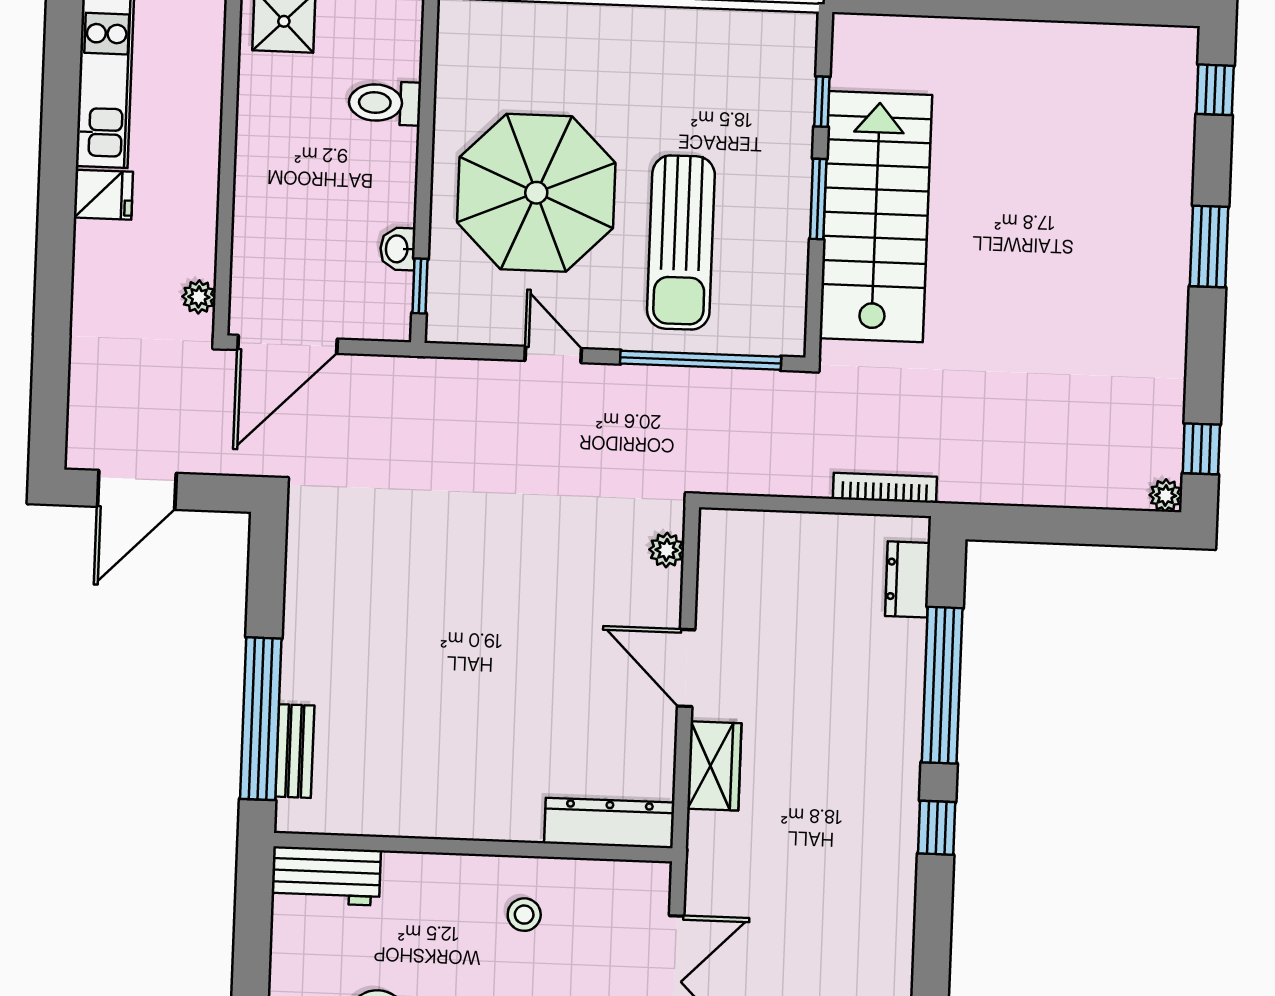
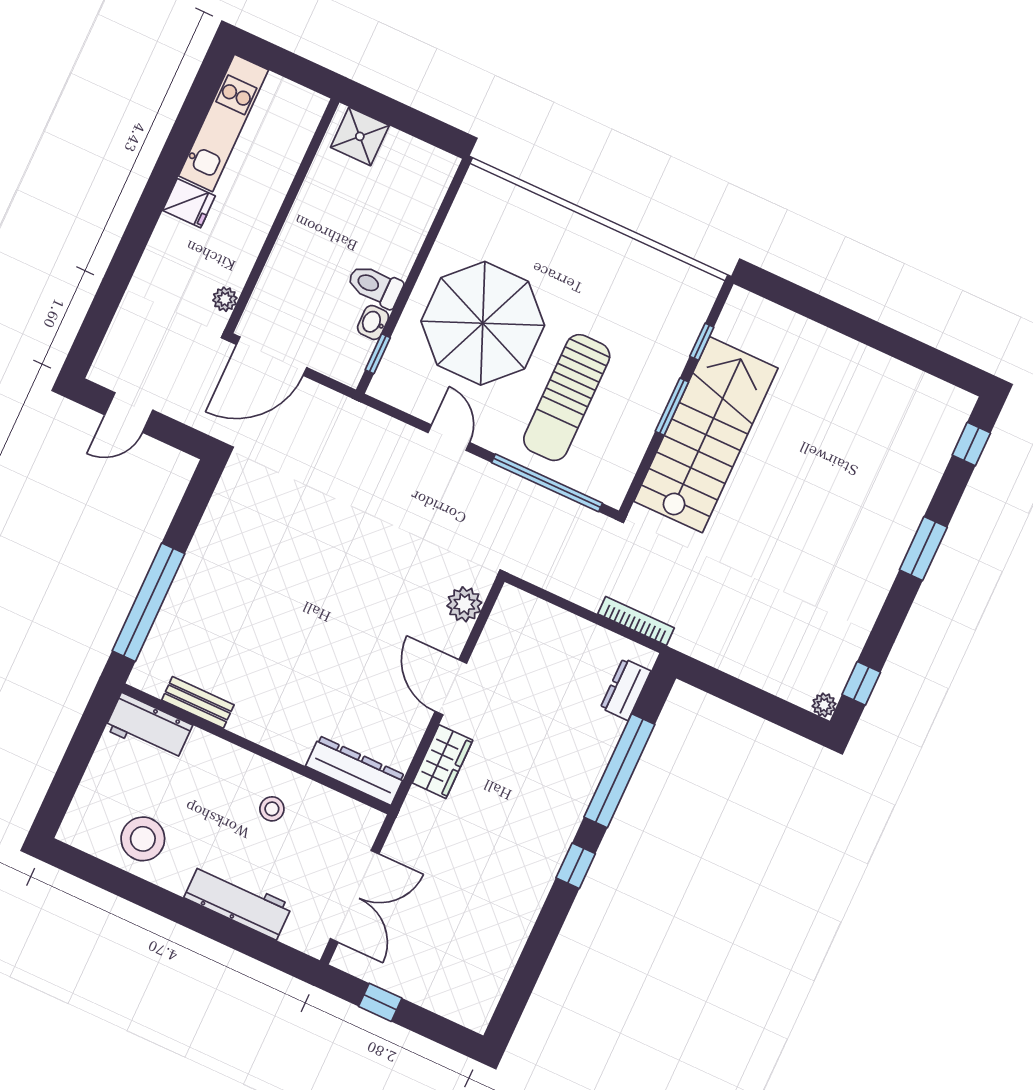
toilet: (385, 103) -> (375, 286), moved
door: (137, 490) -> (129, 412), width x0.73
plant: (667, 550) -> (464, 604), width x1.38, depth x1.38
bench: (295, 751) -> (198, 702), moved, turned 90

